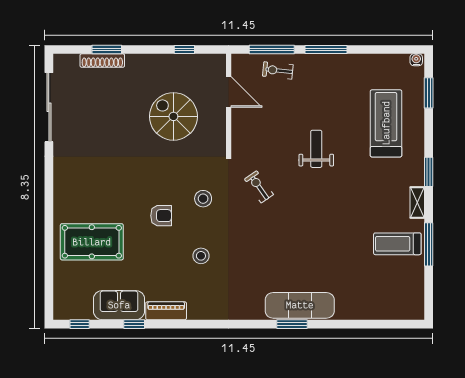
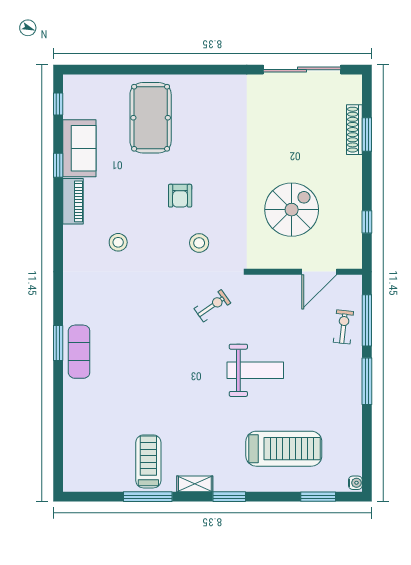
weight bench: (316, 149) -> (255, 370), width x1.36, depth x1.33
stool: (201, 256) -> (118, 242), moved
exercise mat: (300, 305) -> (79, 352), width x0.73, depth x0.69

